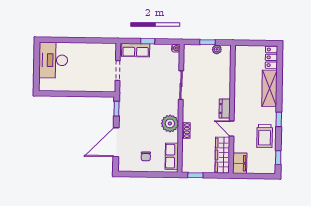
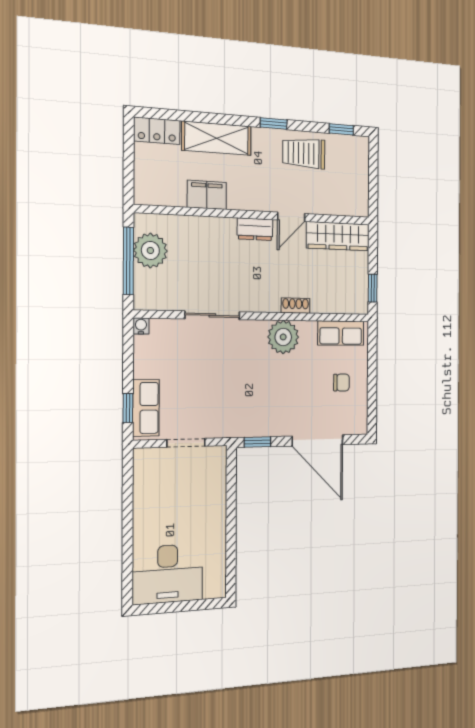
window: (148, 41) -> (128, 408), moved
window: (207, 42) -> (128, 261), width x2.17
plant: (217, 49) -> (150, 250), width x1.88, depth x1.88
trolley: (265, 136) -> (304, 153), turned 180
filing cabinet: (240, 163) -> (207, 195), moved

